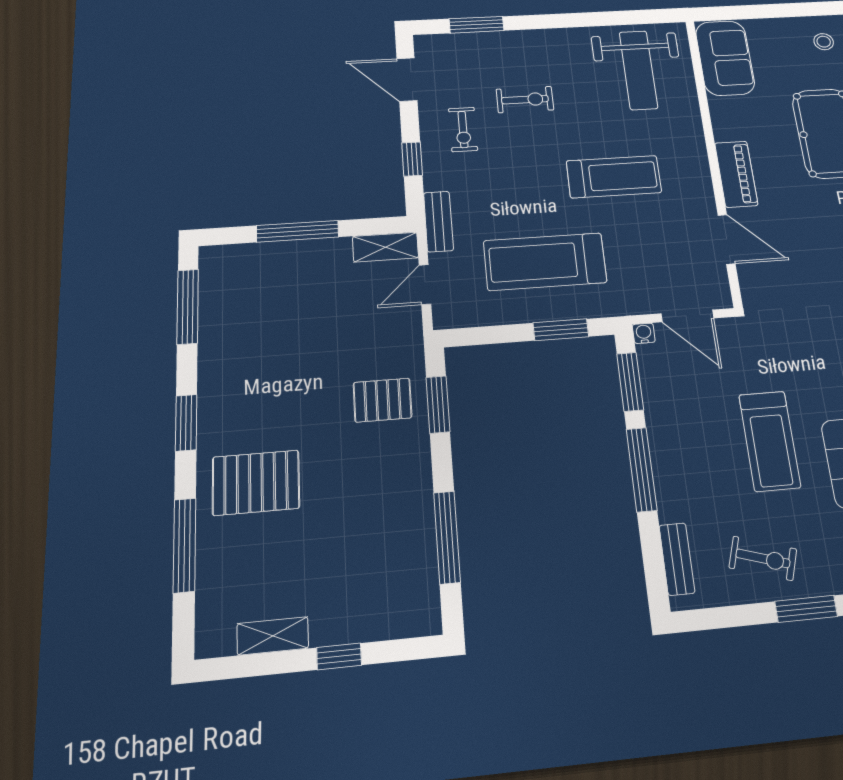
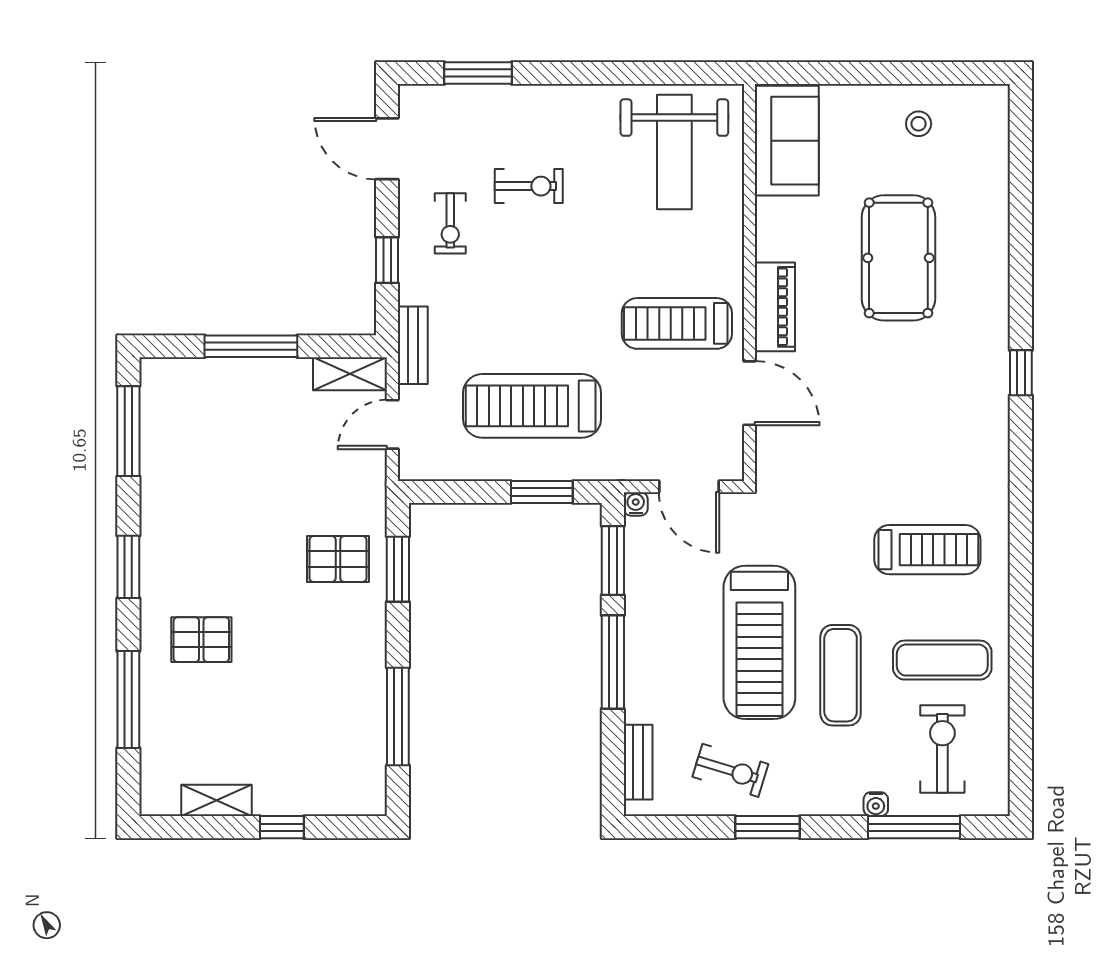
treadmill: (614, 177) -> (677, 323), moved, turned 180
treadmill: (770, 441) -> (759, 642), width x1.37, depth x1.38
pallet: (256, 483) -> (201, 640), width x0.67, depth x0.71

